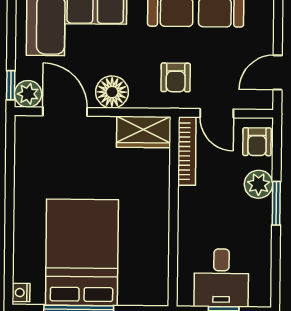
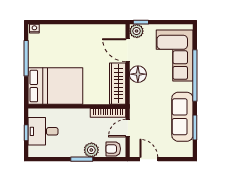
armchair: (176, 77) -> (146, 107), removed
door: (65, 112) -> (128, 50), swing flipped
wardrobe: (144, 132) -> (118, 84), width x1.50
bed: (82, 252) -> (55, 86), moved

